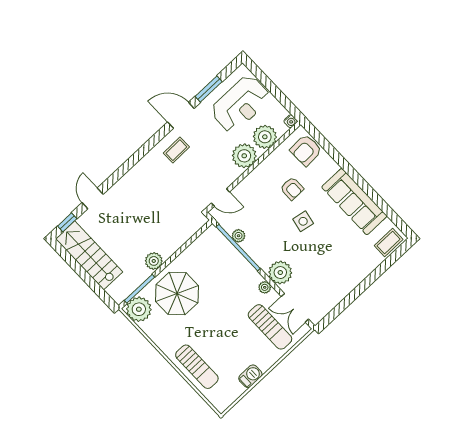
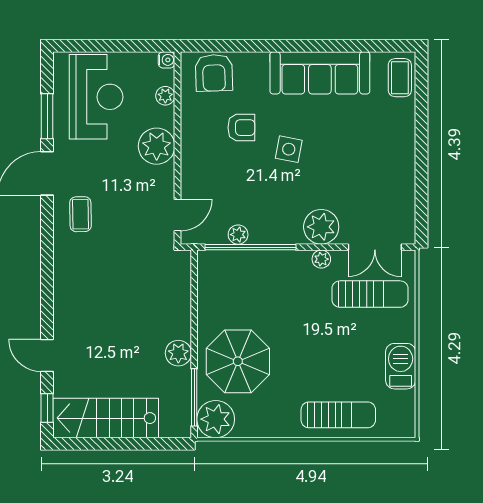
plant: (265, 137) -> (165, 96), width x0.53, depth x0.53
barbecue: (250, 376) -> (401, 366), width x1.38, depth x1.27

